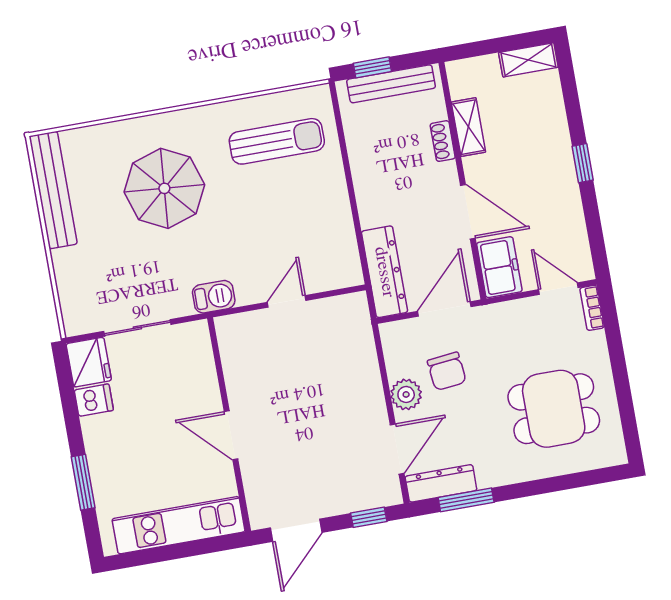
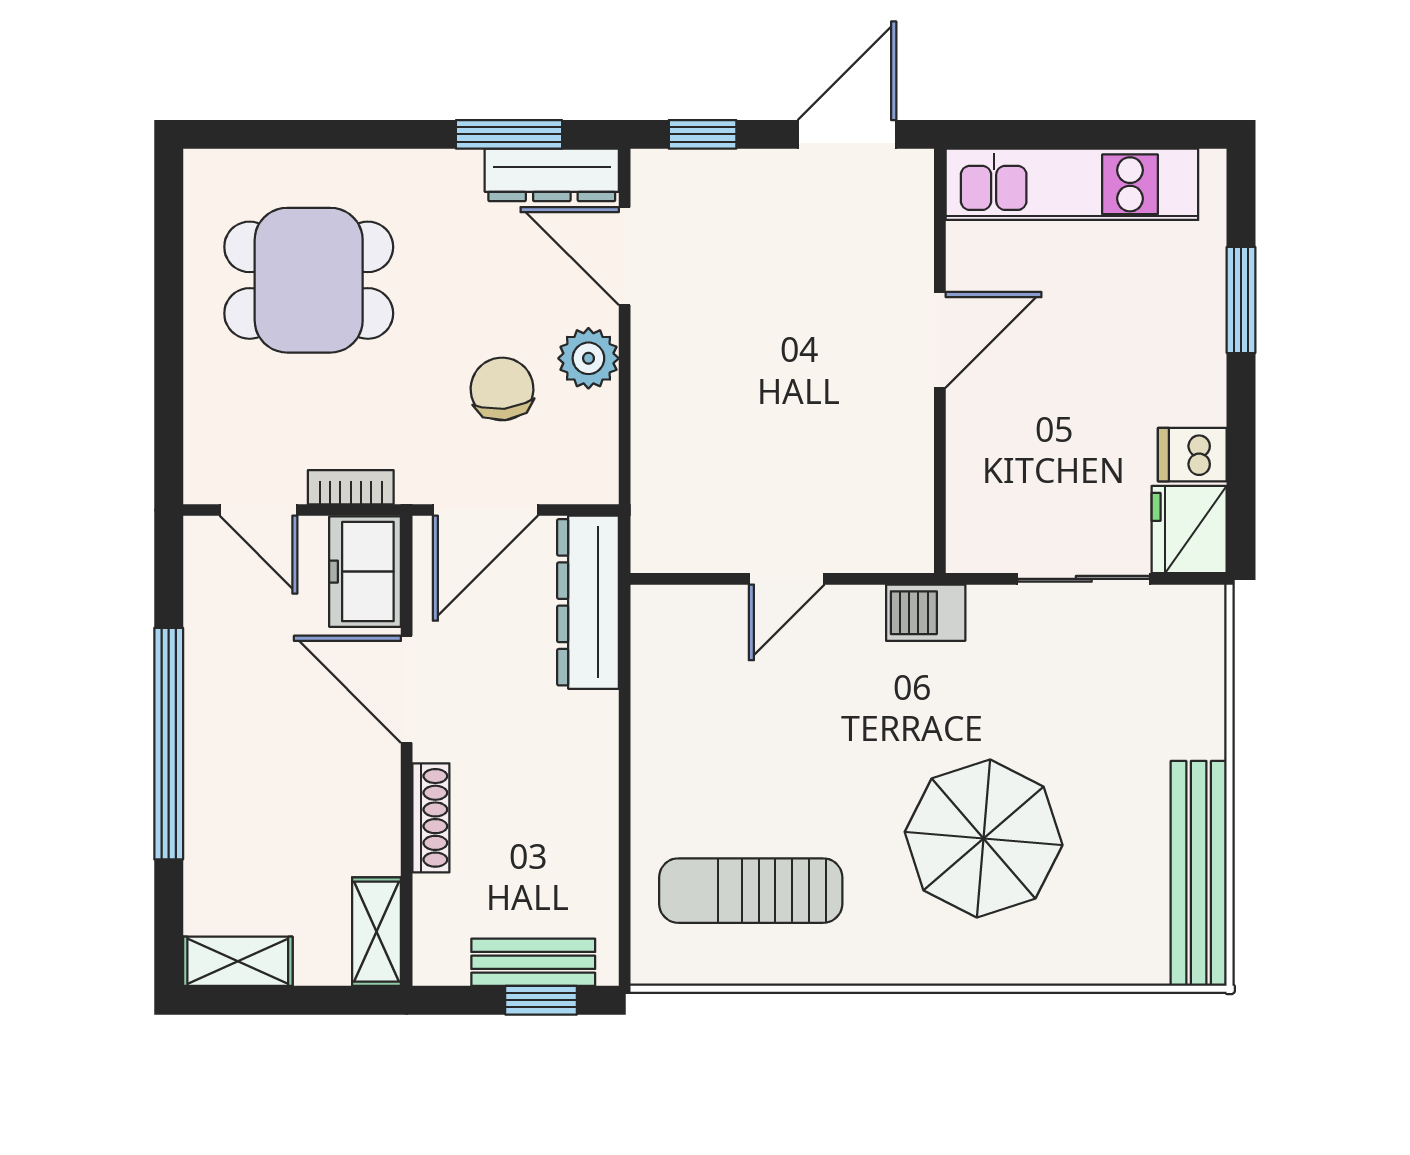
bench: (391, 84) -> (533, 962), width x0.73
shelving: (468, 127) -> (376, 932), moved
shoe rack: (443, 141) -> (431, 818), width x1.43
window: (583, 163) -> (169, 744), width x3.17
bookcase: (592, 308) -> (351, 487), moved, turned -90
door: (231, 435) -> (940, 340), hinge flipped
door: (397, 449) -> (625, 256), hinge flipped

